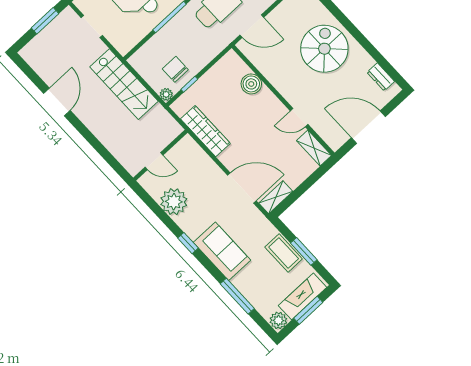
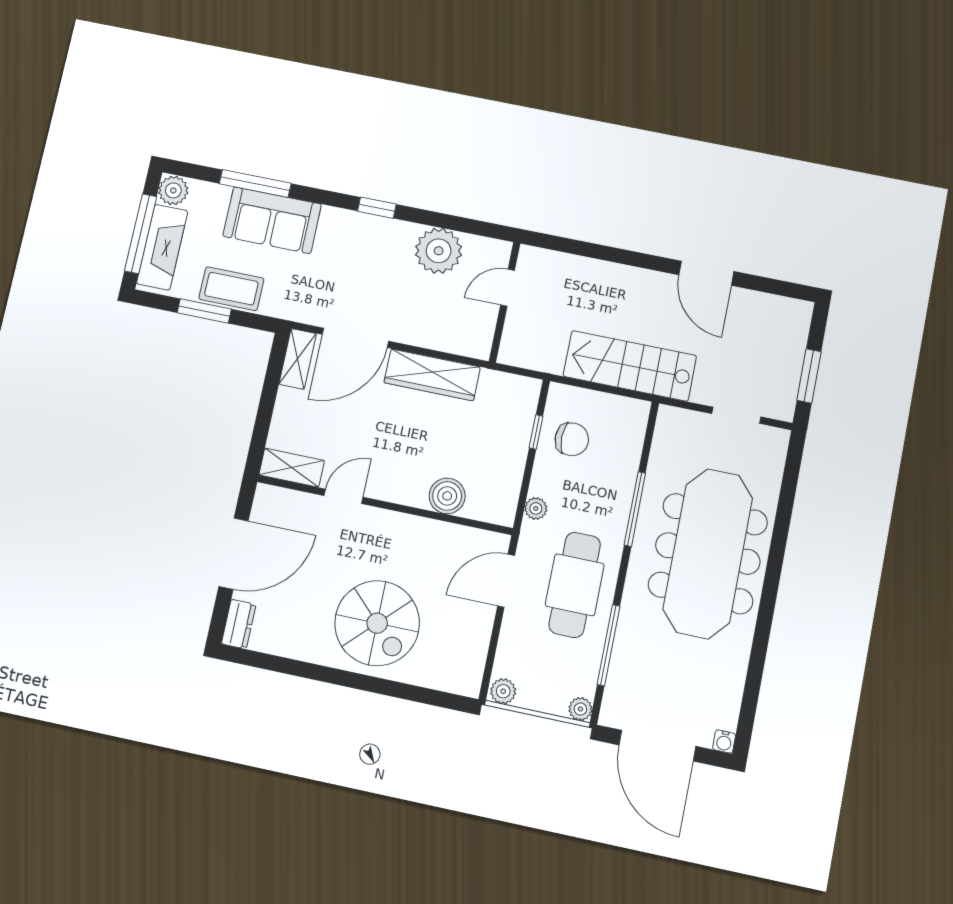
dresser: (381, 77) -> (239, 624), moved, turned 90
plant: (166, 94) -> (536, 508), moved
wardrobe: (205, 131) -> (432, 375), moved
sofa: (222, 251) -> (272, 220), moved
window: (308, 310) -> (141, 234), width x1.44

